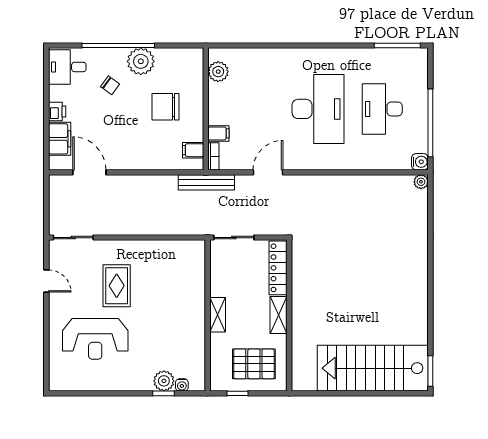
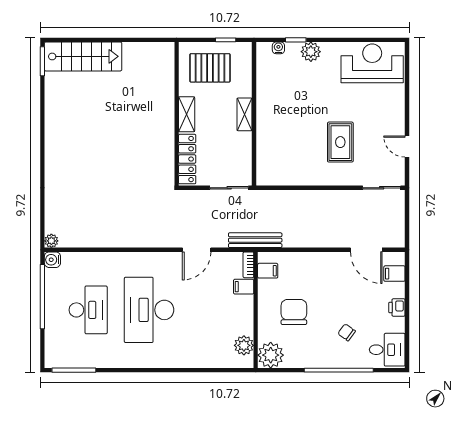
plant: (141, 61) -> (271, 355), moved
chair: (166, 107) -> (294, 312), turned -90
filing cabinet: (60, 139) -> (394, 274), width x0.50
reception desk: (95, 339) -> (372, 63), moved
stairs: (373, 368) -> (83, 56), width x0.73, depth x0.66
plant: (164, 381) -> (311, 52), moved

